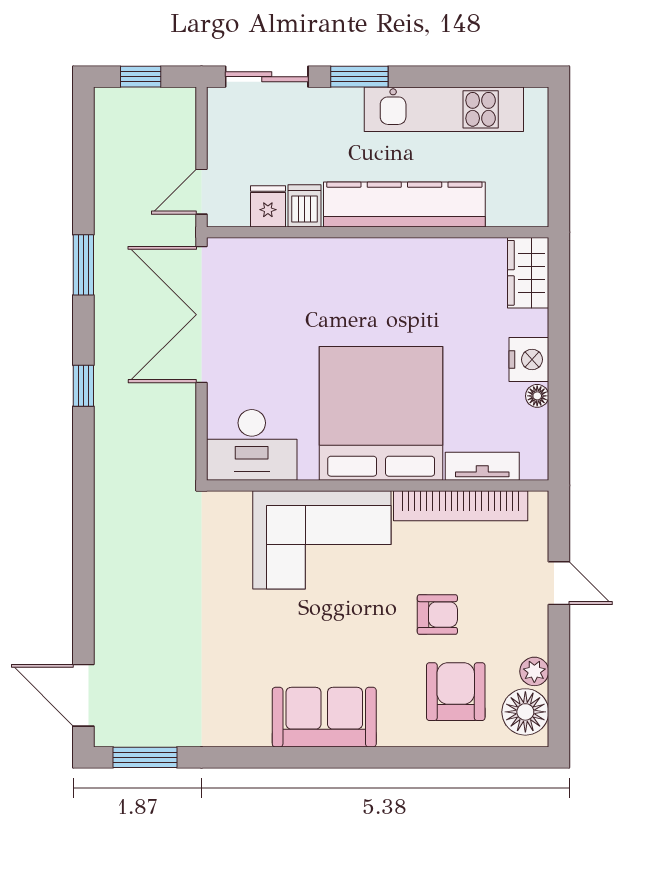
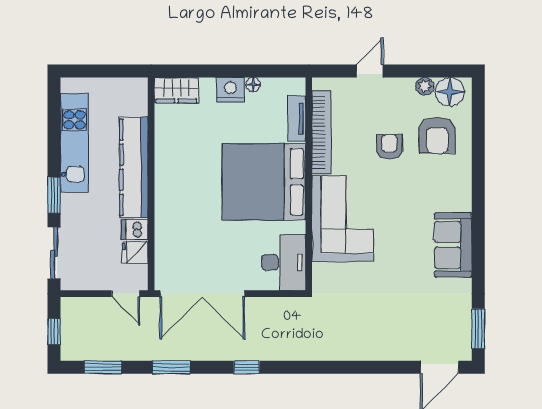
window: (83, 155) -> (103, 367), added
armchair: (456, 692) -> (437, 135), turned -90
sofa: (324, 717) -> (453, 245), moved

